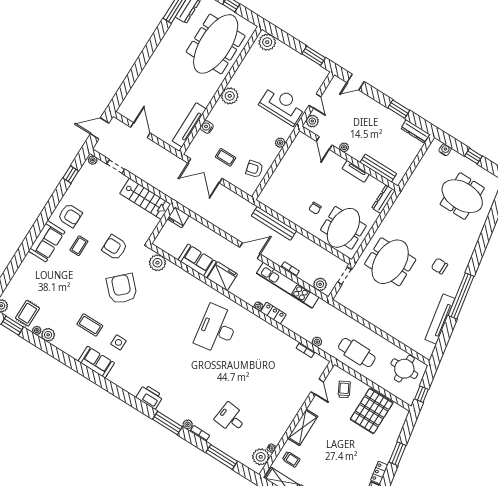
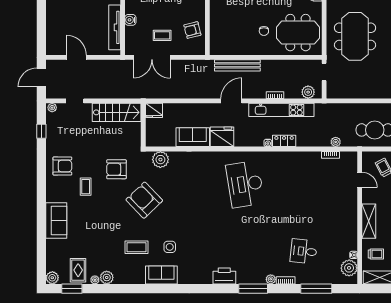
meeting table: (343, 228) -> (298, 33), turned 90
sofa: (47, 241) -> (56, 221), moved

